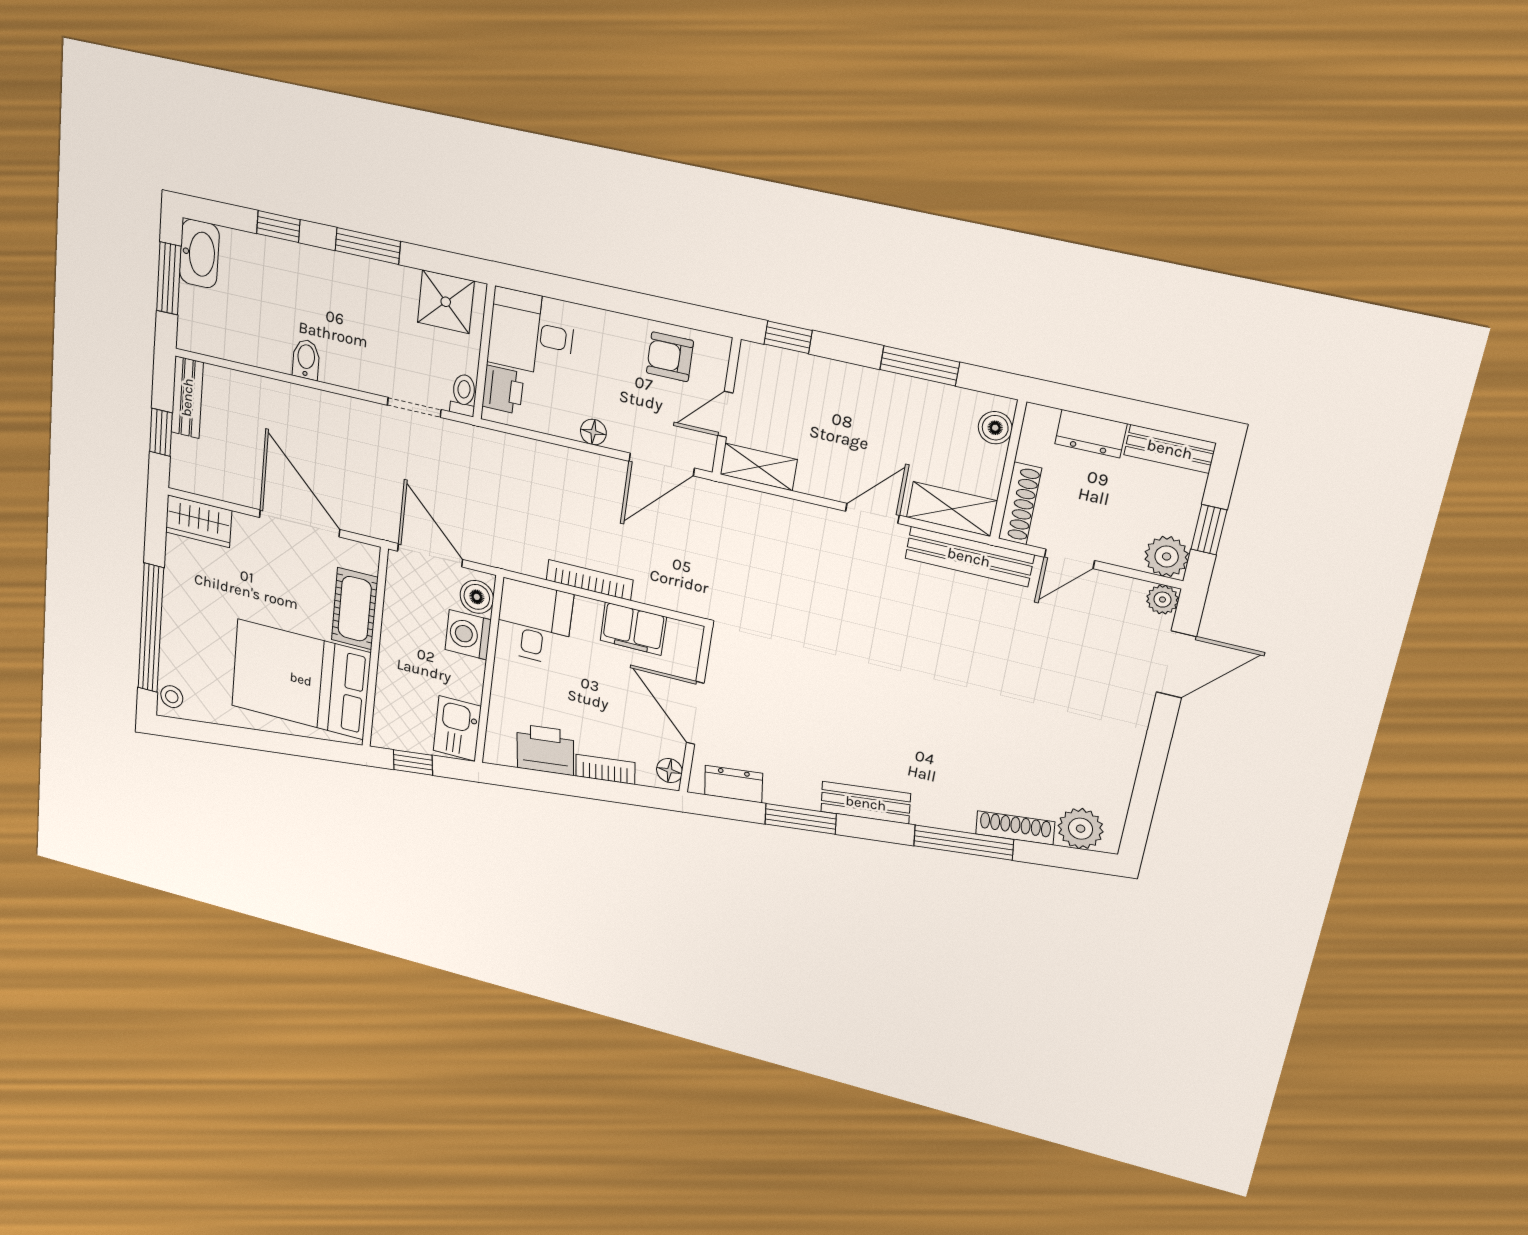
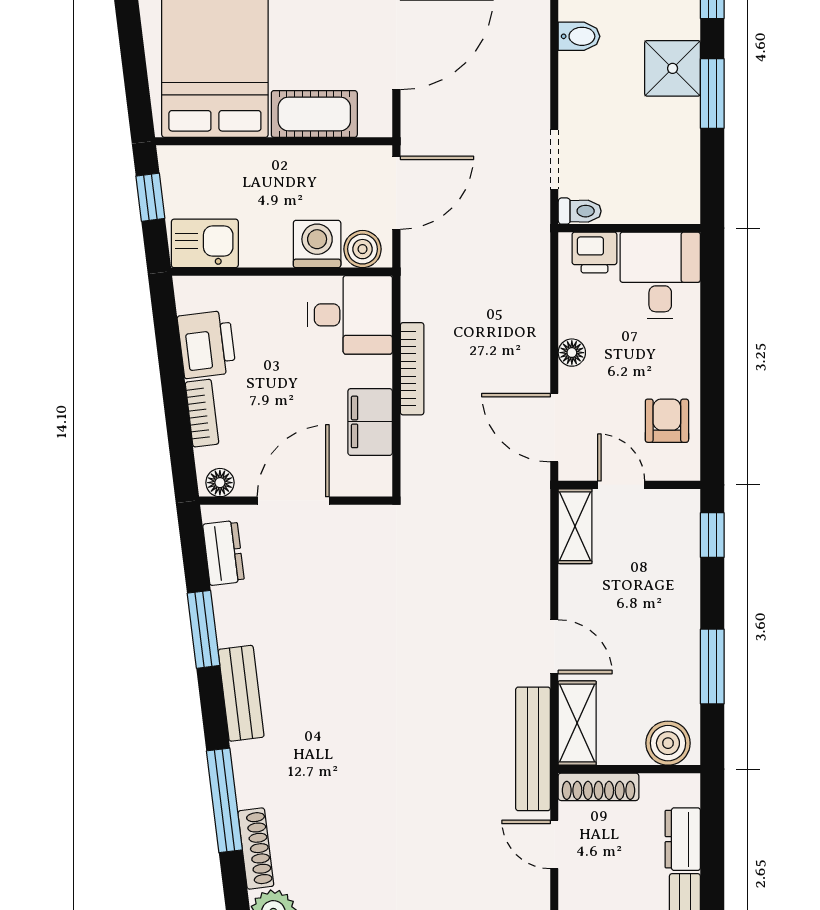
shower: (446, 302) -> (673, 68), moved
boiler: (995, 428) -> (668, 743), width x1.36, depth x1.36

